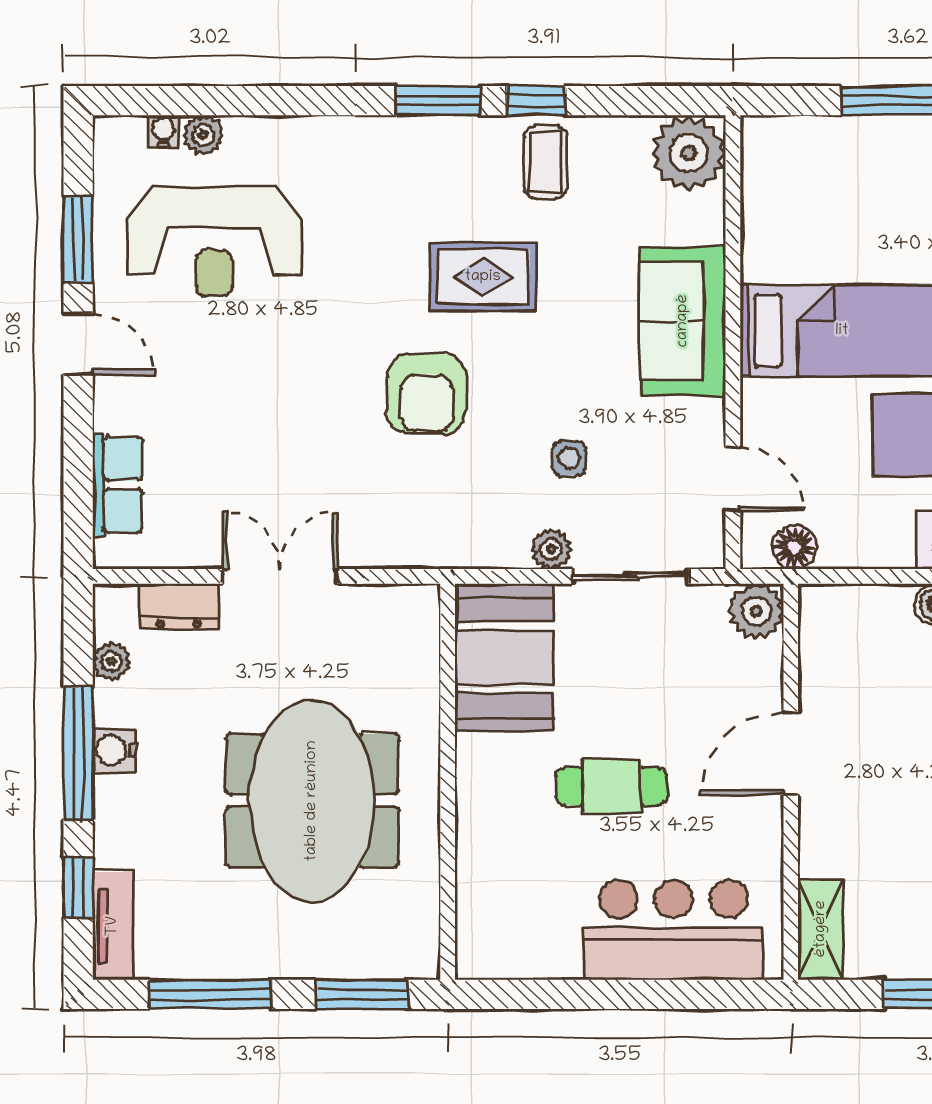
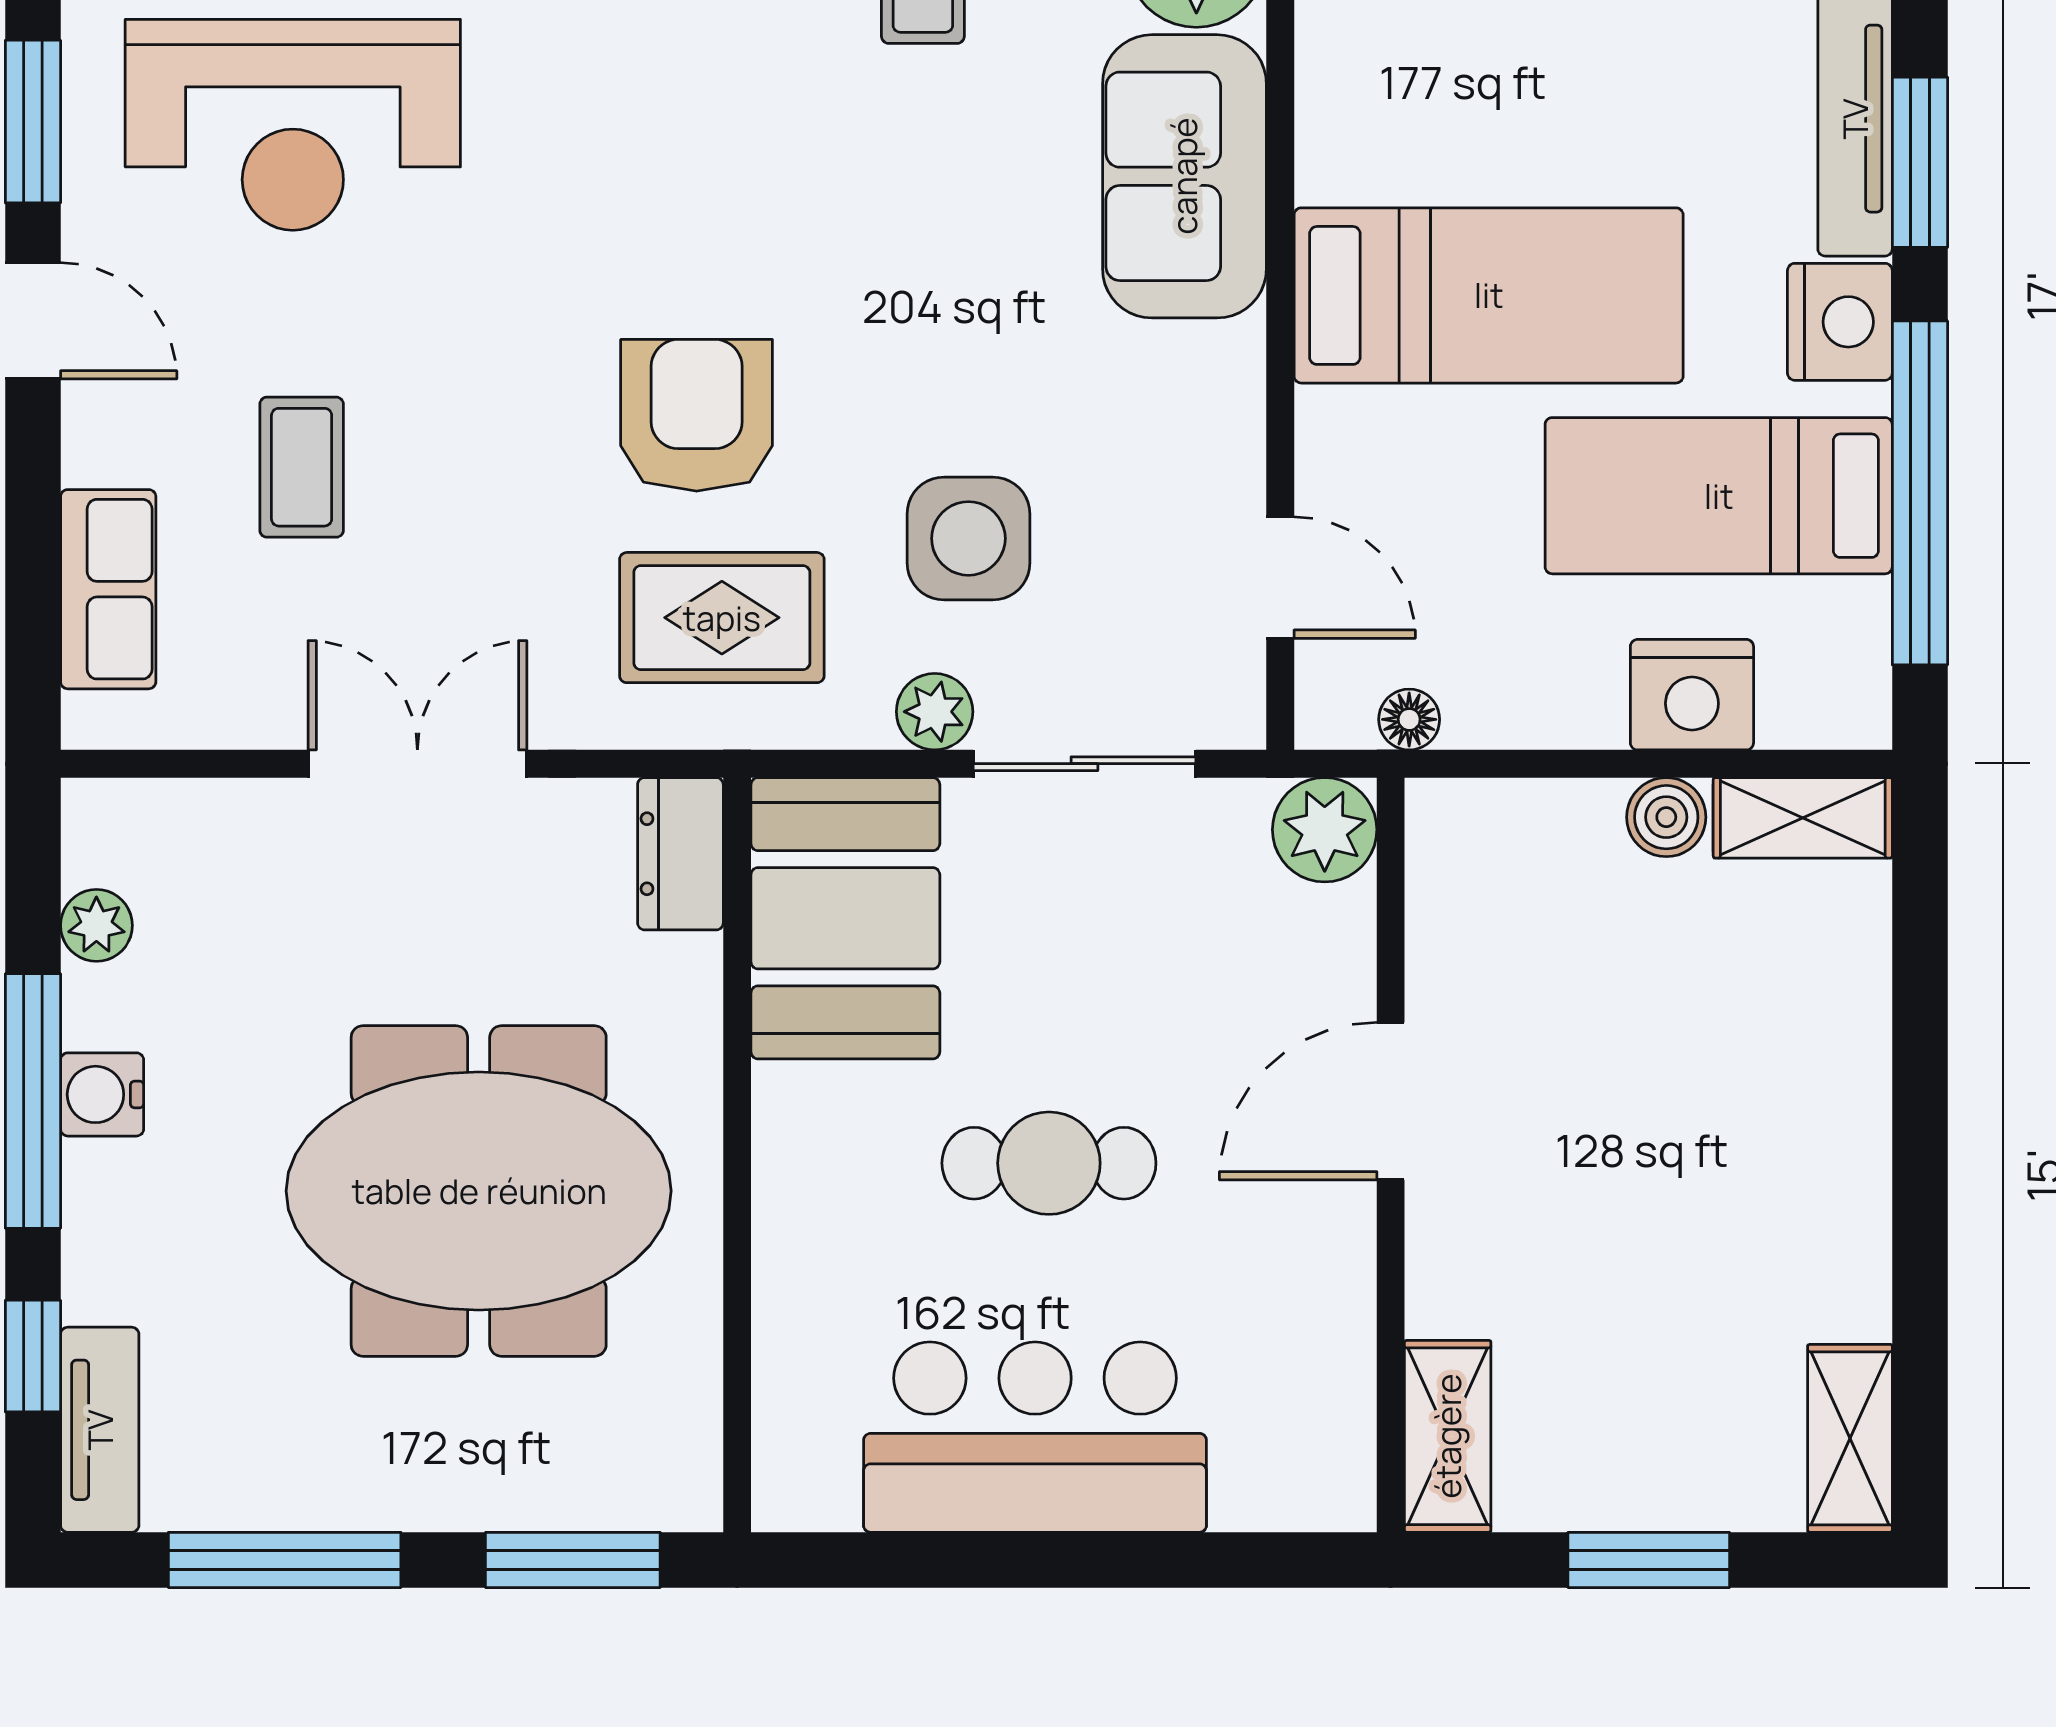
rug: (483, 277) -> (722, 618), moved
sofa: (683, 321) -> (1184, 176), moved
armchair: (426, 394) -> (697, 415), turned 180
coffee table: (219, 421) -> (302, 467), added
side table: (569, 458) -> (968, 538), width x1.87, depth x1.87
floor lamp: (795, 547) -> (1409, 719), width x0.73, depth x0.73
dresser: (179, 606) -> (680, 854), moved, turned 90
meeting table: (312, 801) -> (479, 1191), turned 90
bar counter: (674, 930) -> (1035, 1437), moved

